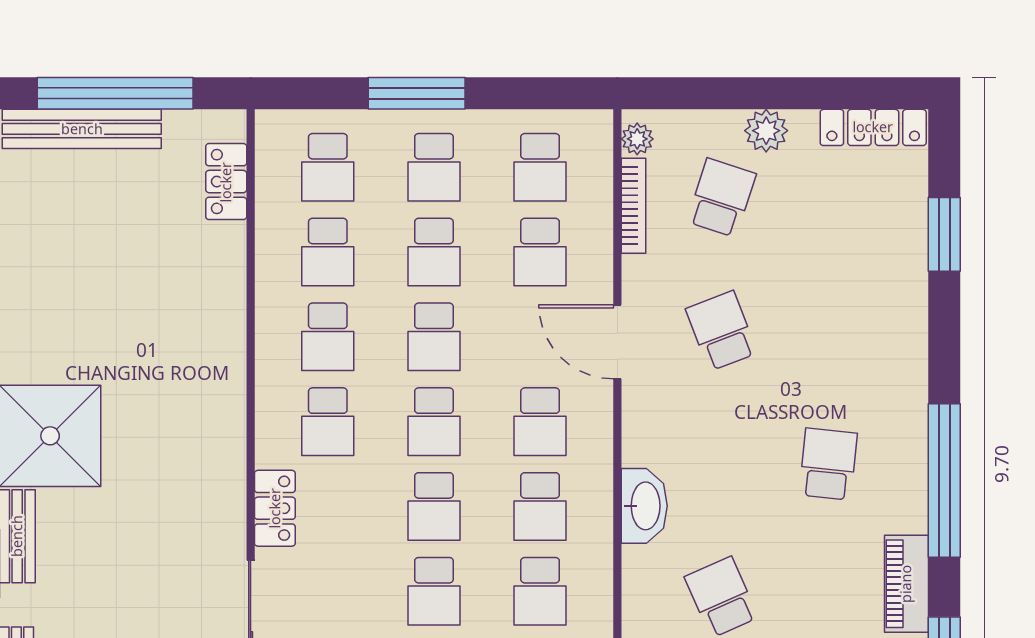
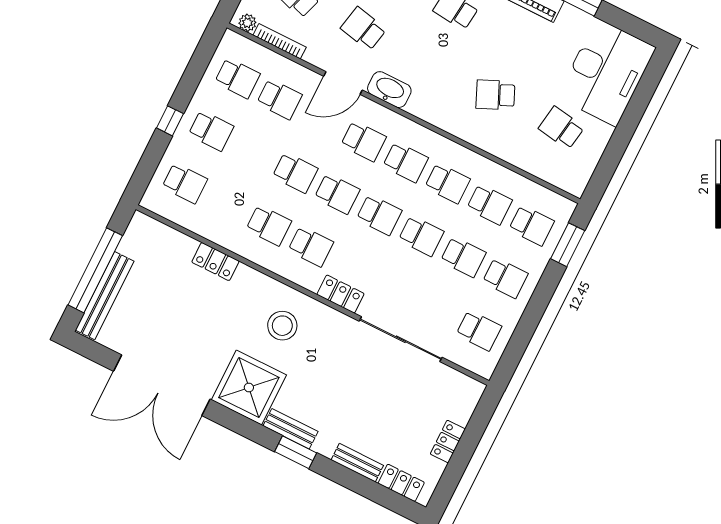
window: (417, 93) -> (170, 121), width x0.46
locker: (226, 182) -> (215, 262), moved
school desk: (328, 252) -> (227, 204), removed
school desk: (434, 252) -> (253, 152), removed
school desk: (721, 331) -> (363, 29), turned 33
stool: (177, 440) -> (282, 326), added
washbasin: (644, 506) -> (389, 90), moved

